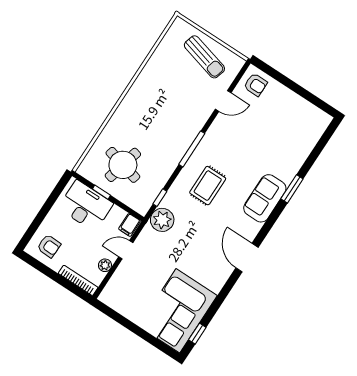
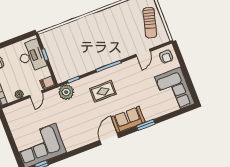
door: (223, 101) -> (143, 53), hinge flipped
corner sofa: (296, 119) -> (174, 90), added
round table: (123, 165) -> (66, 49), removed
door: (126, 250) -> (36, 94), swing flipped
door: (247, 258) -> (109, 139), moved

